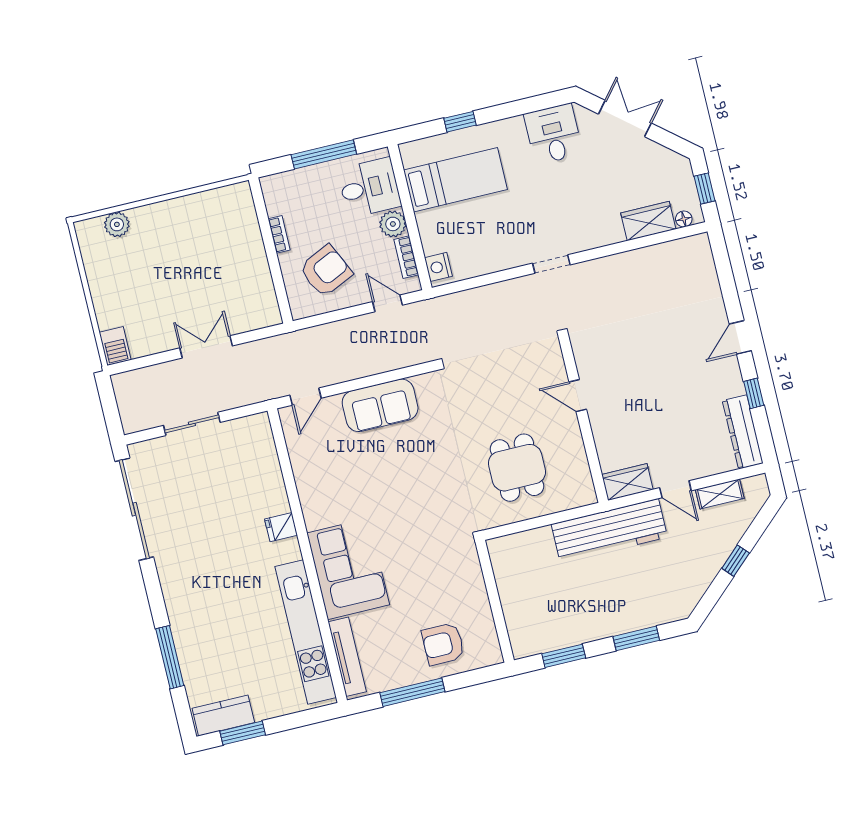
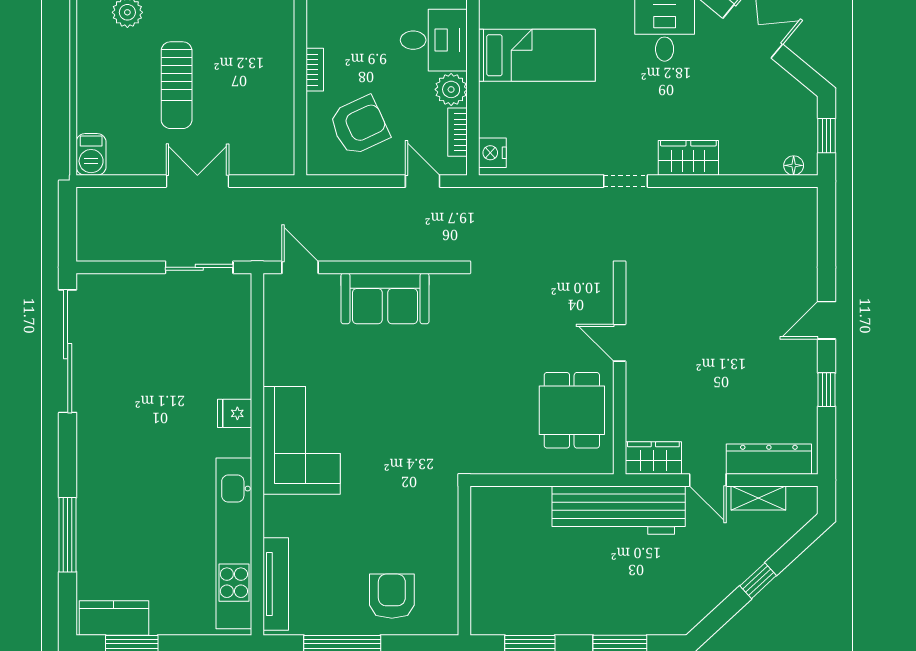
wardrobe: (648, 221) -> (688, 158), moved
sun lounger: (171, 274) -> (177, 85), added
door: (305, 397) -> (300, 267), swing flipped
sliding door: (192, 424) -> (199, 267), moved
dresser: (743, 432) -> (769, 459), moved, turned 90
dining table: (517, 468) -> (572, 410), moved
corner sofa: (348, 569) -> (302, 440), moved
armchair: (443, 644) -> (392, 596), turned 90

